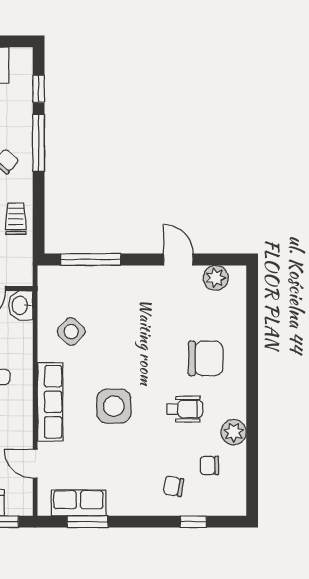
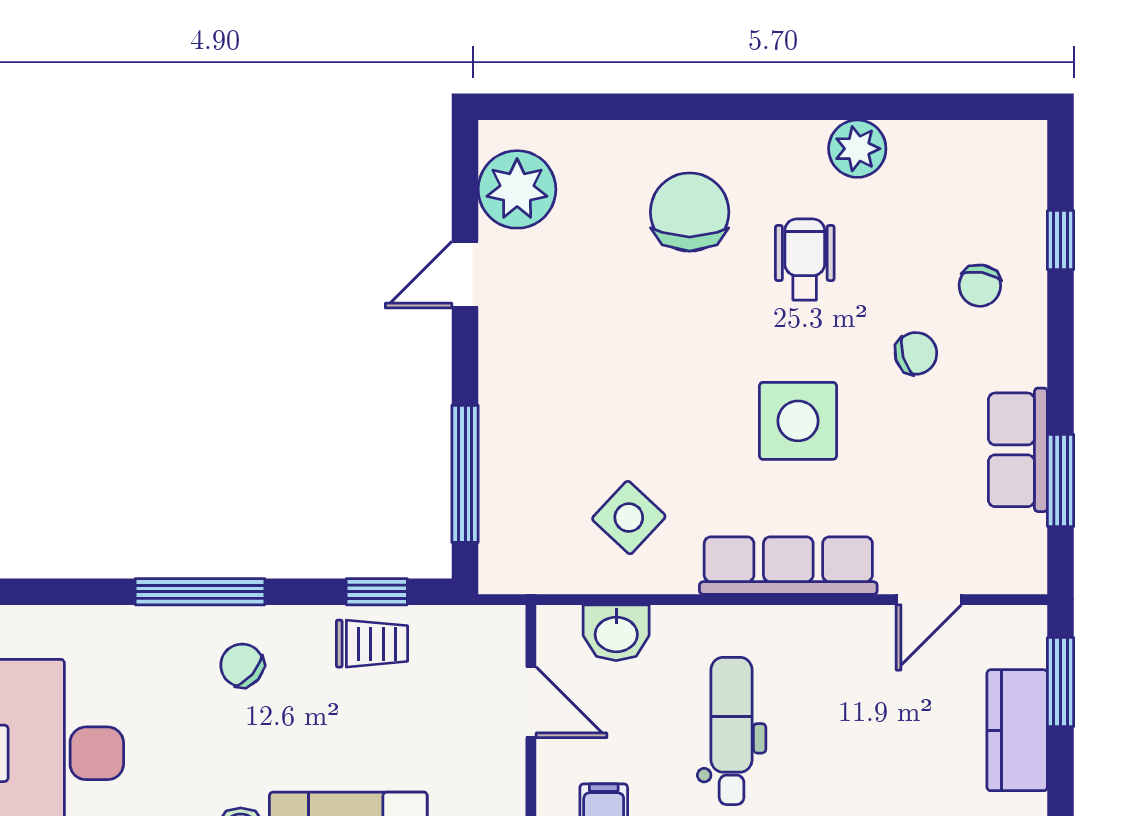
window: (39, 89) -> (377, 592), moved
trolley: (16, 219) -> (372, 644), turned 180
plant: (216, 278) -> (517, 189), width x1.36, depth x1.36
washbasin: (21, 305) -> (616, 633), moved
chair: (209, 466) -> (916, 353), moved, turned -107
row of seats: (78, 503) -> (1018, 450), moved

